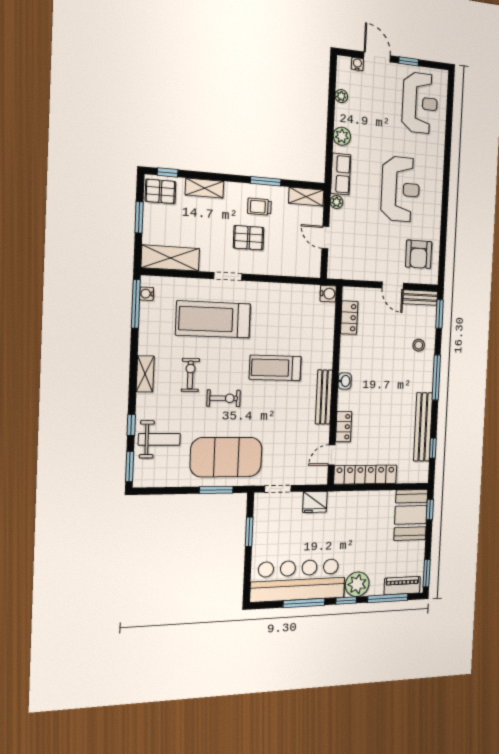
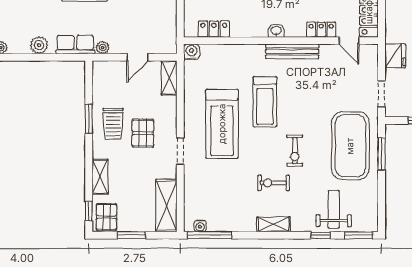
shelving: (306, 197) -> (169, 78), moved
trolley: (259, 207) -> (113, 124), width x1.36, depth x1.39
treadmill: (213, 319) -> (222, 124), moved
exercise bike: (224, 398) -> (295, 151), turned 180

